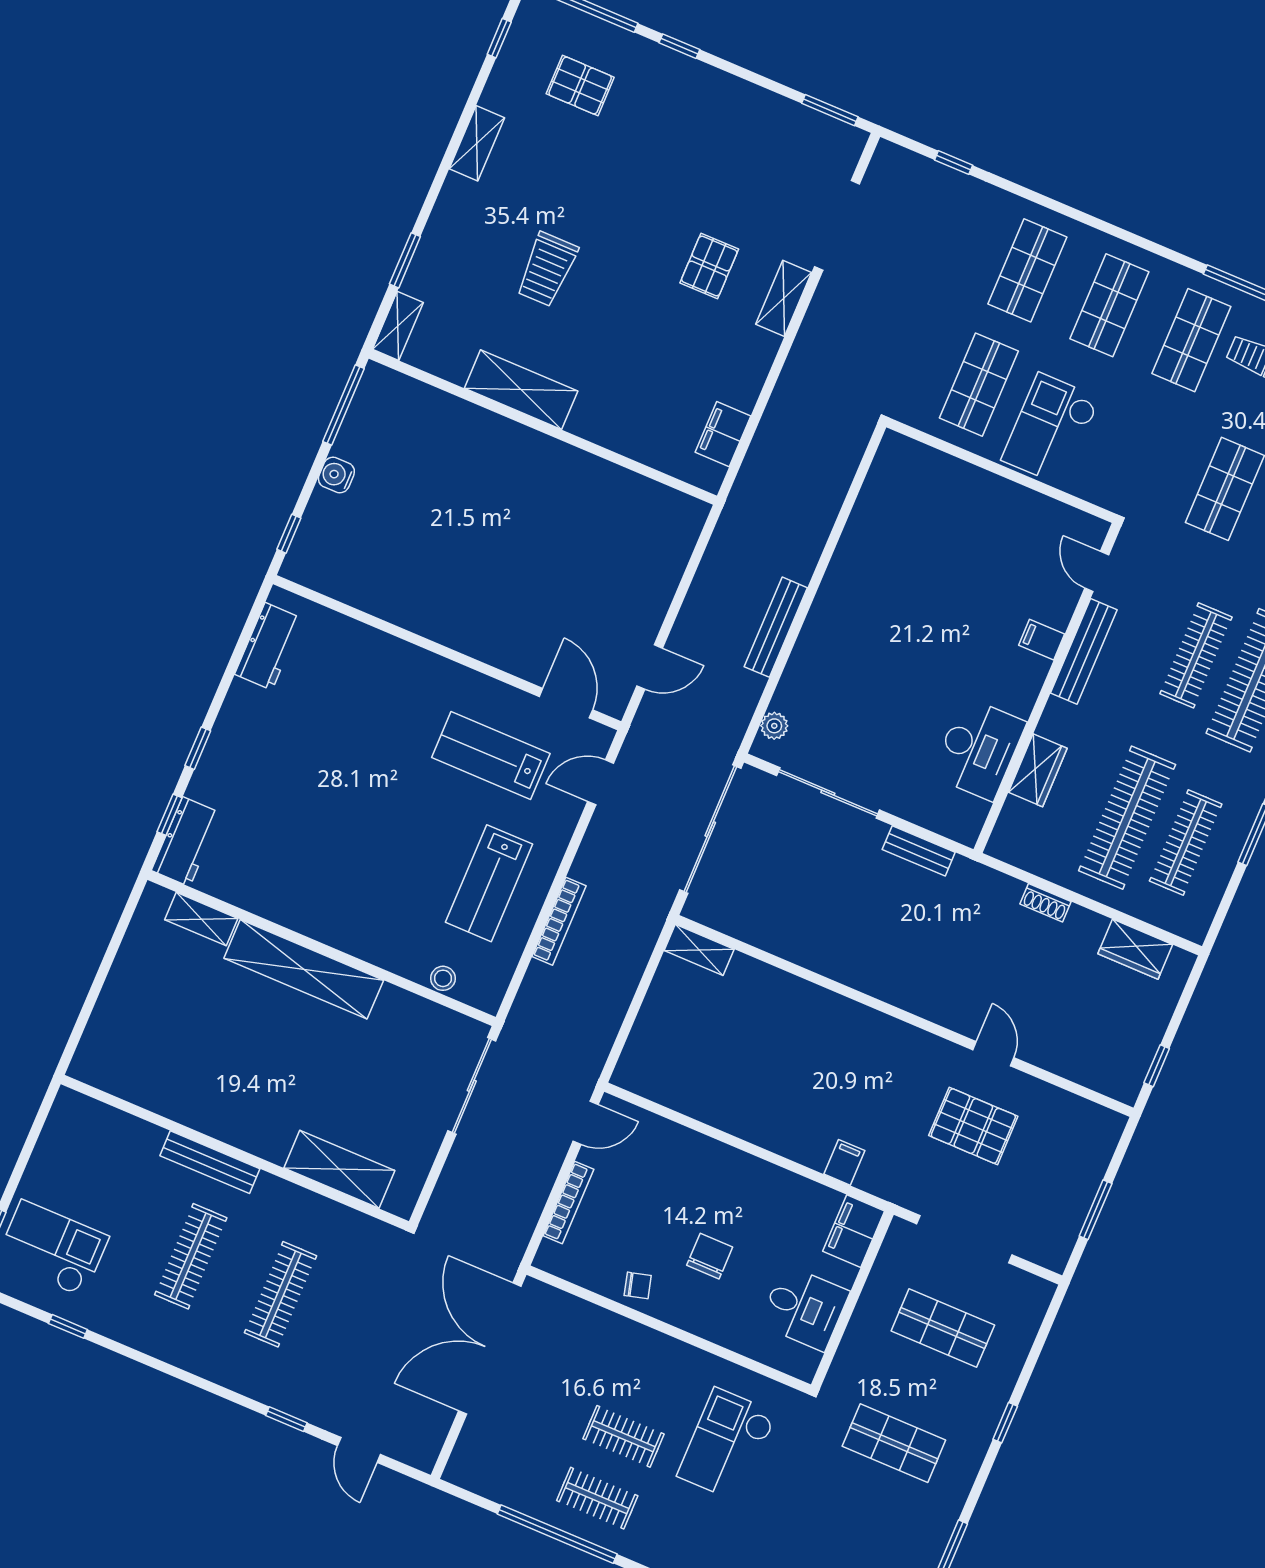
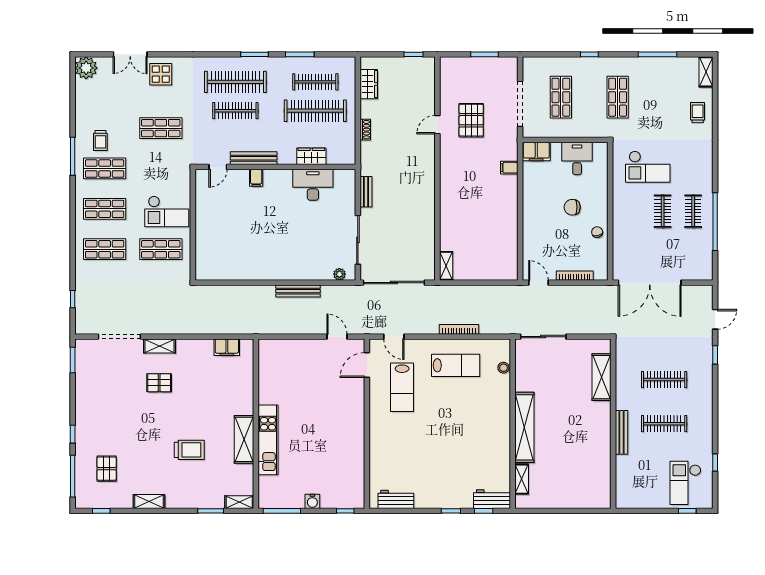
kitchen unit: (499, 438) -> (268, 440), added

